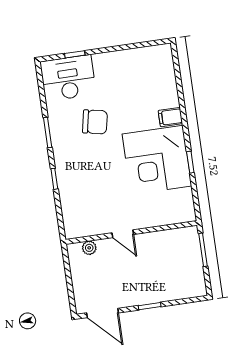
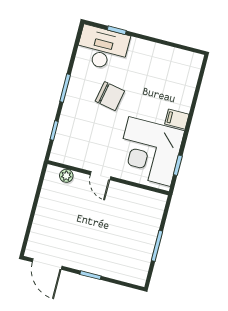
wall: (131, 232) -> (108, 178), moved
door: (123, 234) -> (100, 176), moved
plant: (89, 248) -> (66, 176), moved

